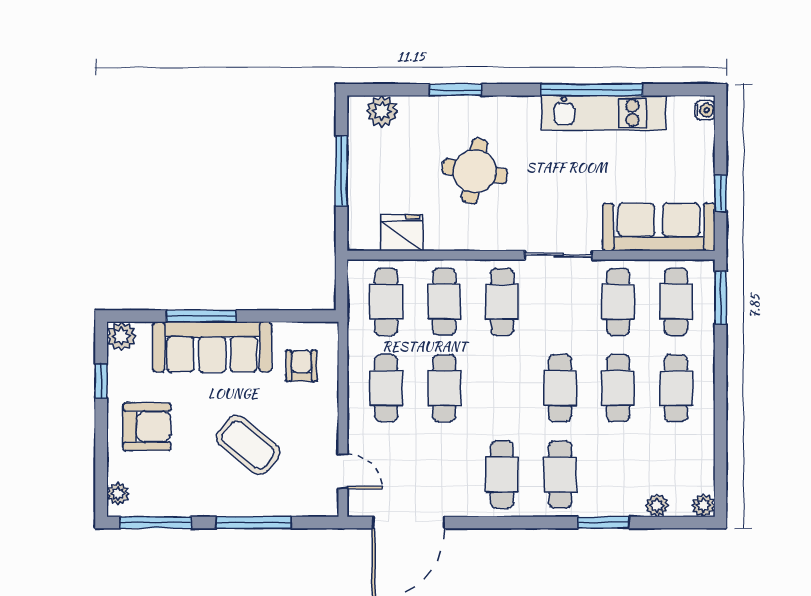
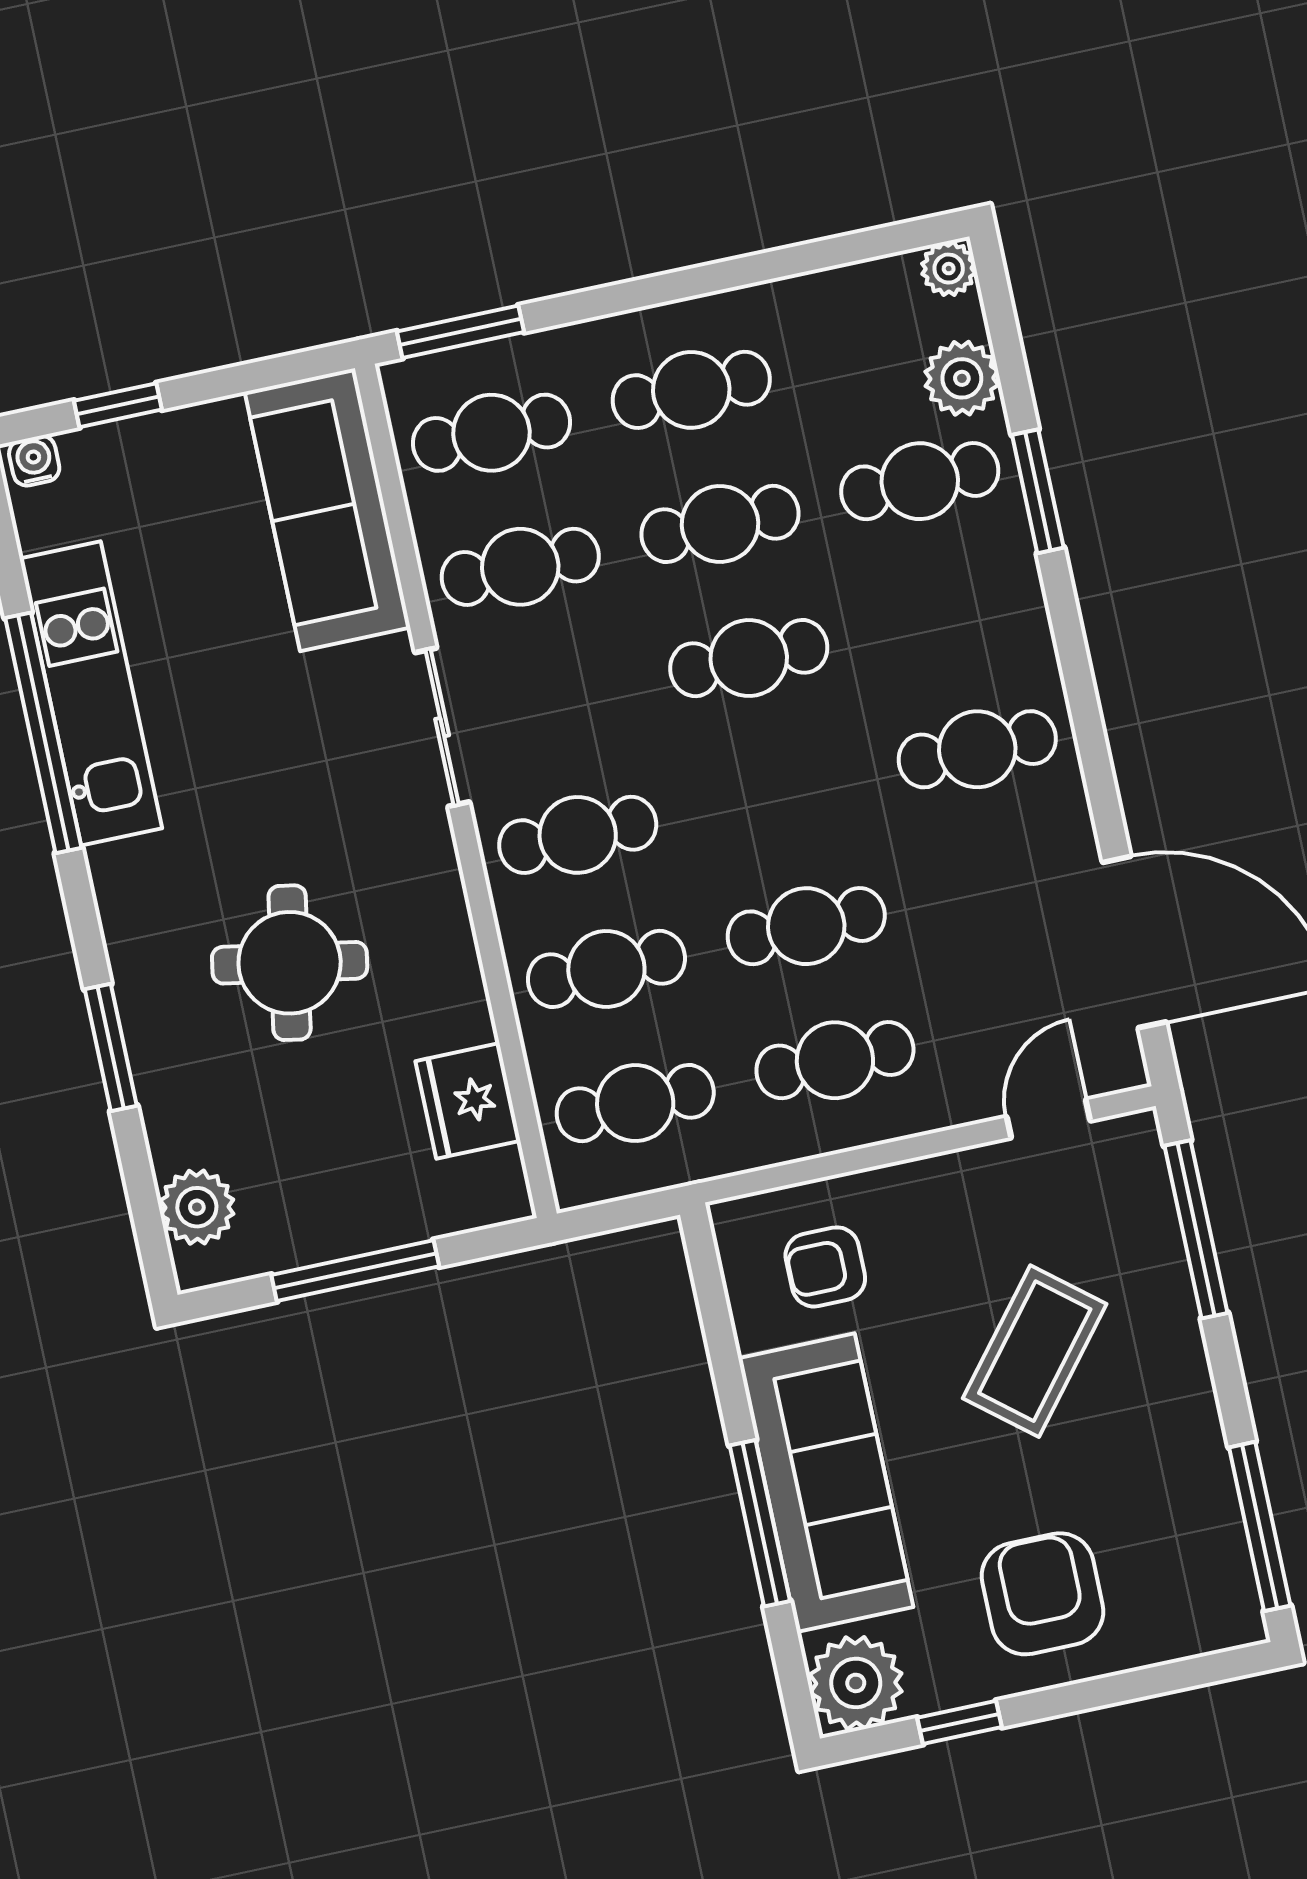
window: (721, 193) -> (118, 405), moved
plant: (121, 336) -> (856, 1683), width x1.36, depth x1.36
cafe table: (560, 475) -> (920, 481), moved
plant: (118, 494) -> (1212, 1628), removed
plant: (657, 505) -> (962, 378), width x1.38, depth x1.38
window: (254, 523) -> (1196, 1229), moved

